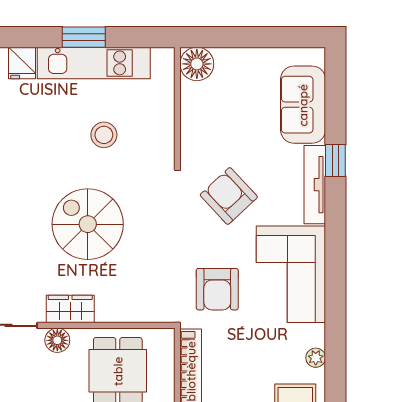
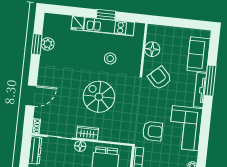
floor lamp: (197, 64) -> (152, 49), moved
window: (335, 160) -> (210, 81), width x2.17
armchair: (229, 196) -> (160, 78), moved
armchair: (217, 289) -> (153, 131), turned -90

